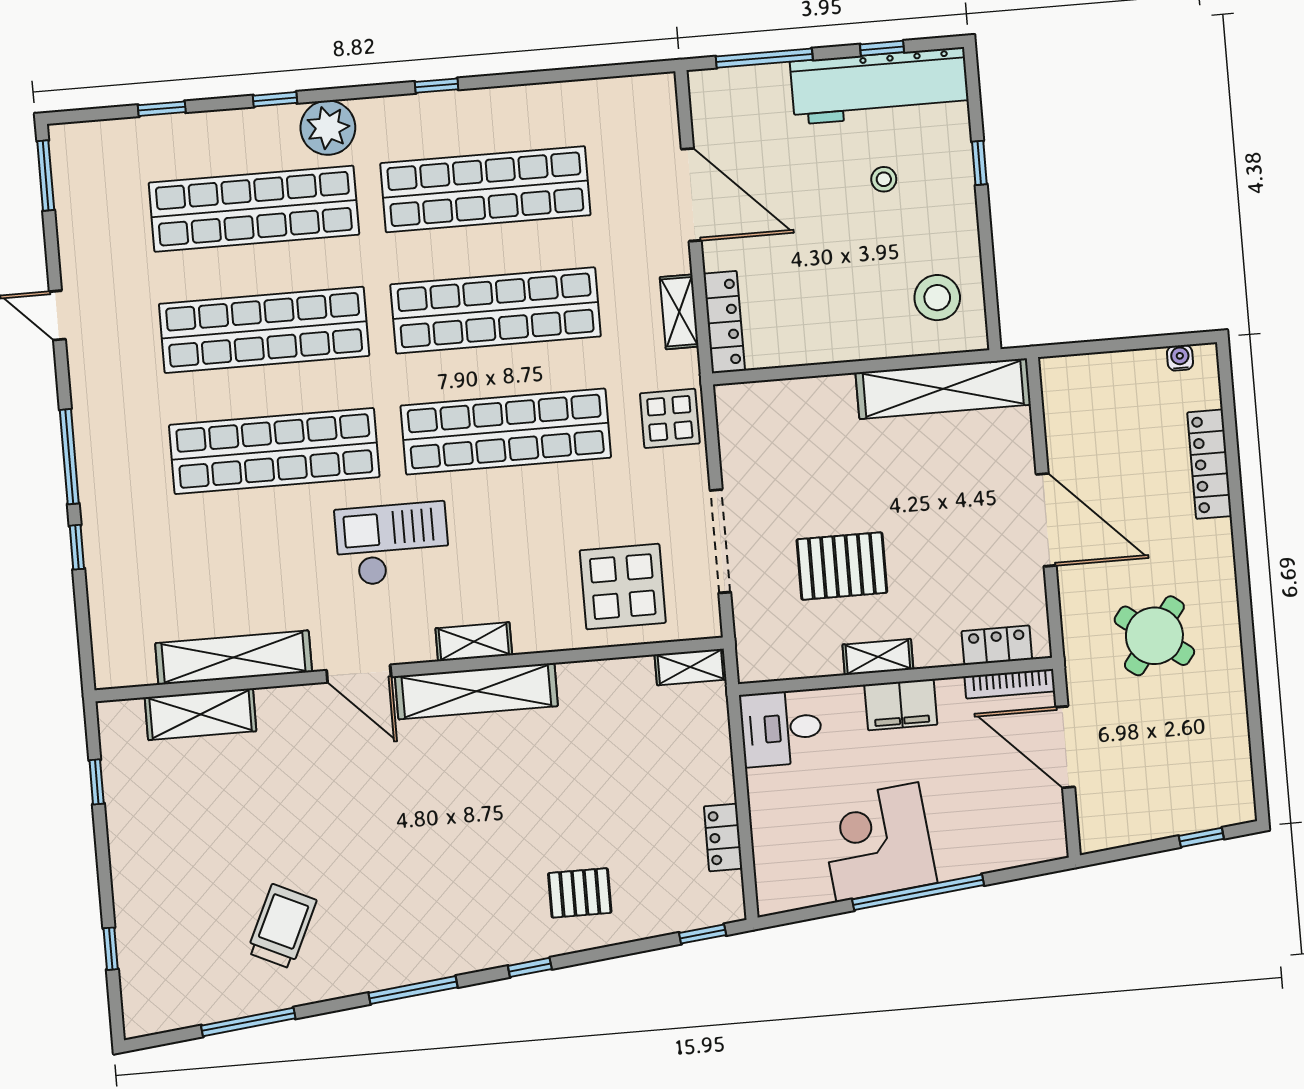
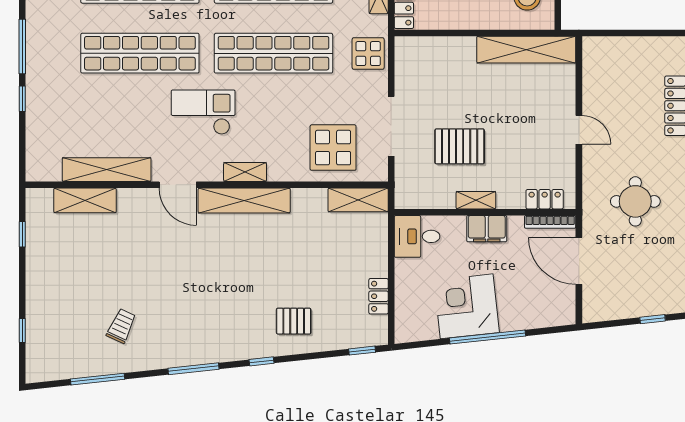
water cooler: (1180, 358) -> (663, 43), removed
door: (1046, 520) -> (579, 130), width x0.53
round table: (1154, 636) -> (635, 201), turned -37
shelving: (691, 667) -> (358, 200), width x1.50, depth x1.33
trolley: (282, 926) -> (121, 326), width x0.73, depth x0.72

